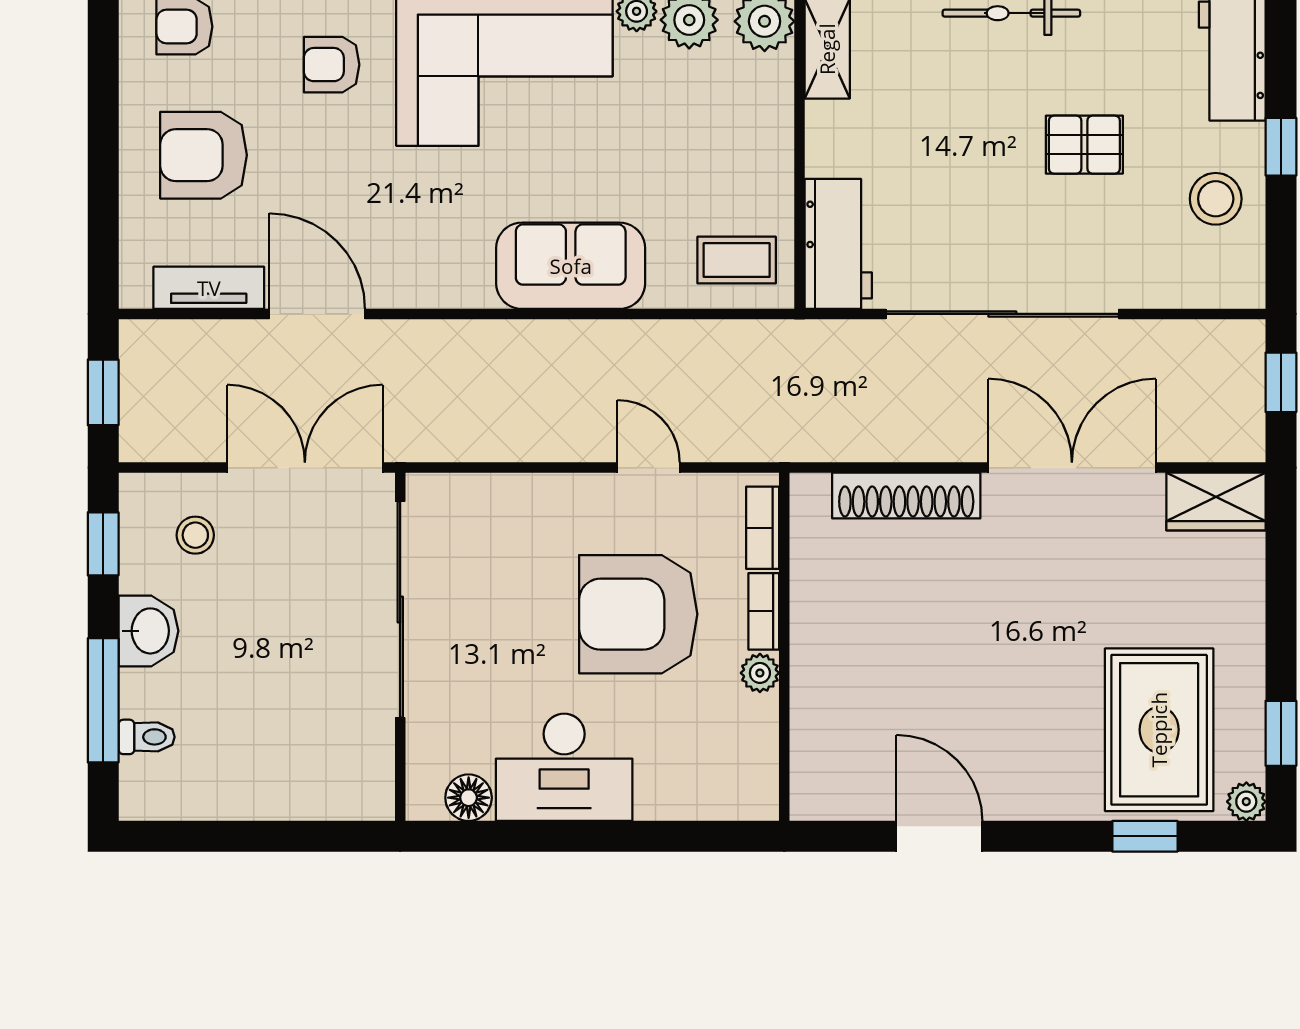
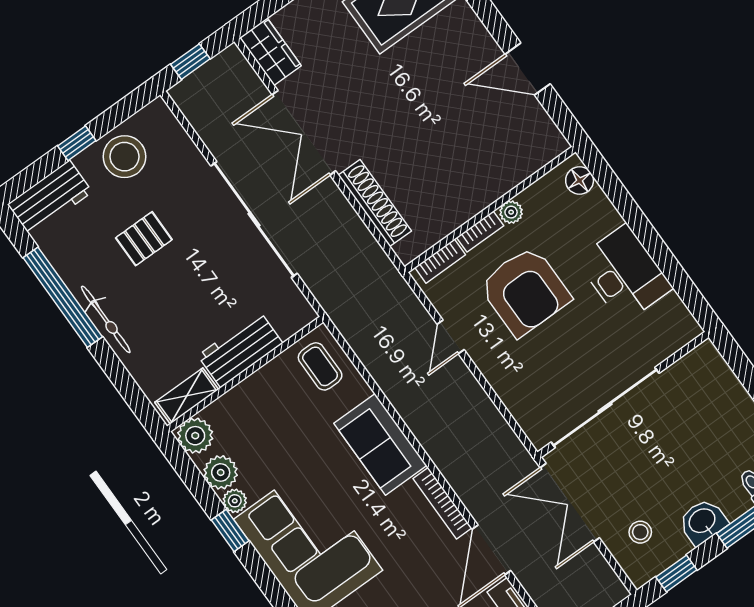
pallet: (1084, 145) -> (144, 239), turned 90
stool: (1216, 199) -> (124, 157), width x1.38, depth x1.38
workbench: (838, 244) -> (240, 349), moved
bookcase: (429, 293) -> (442, 503), added
floor lamp: (469, 798) -> (580, 180), moved
door: (939, 836) -> (528, 69), hinge flipped

